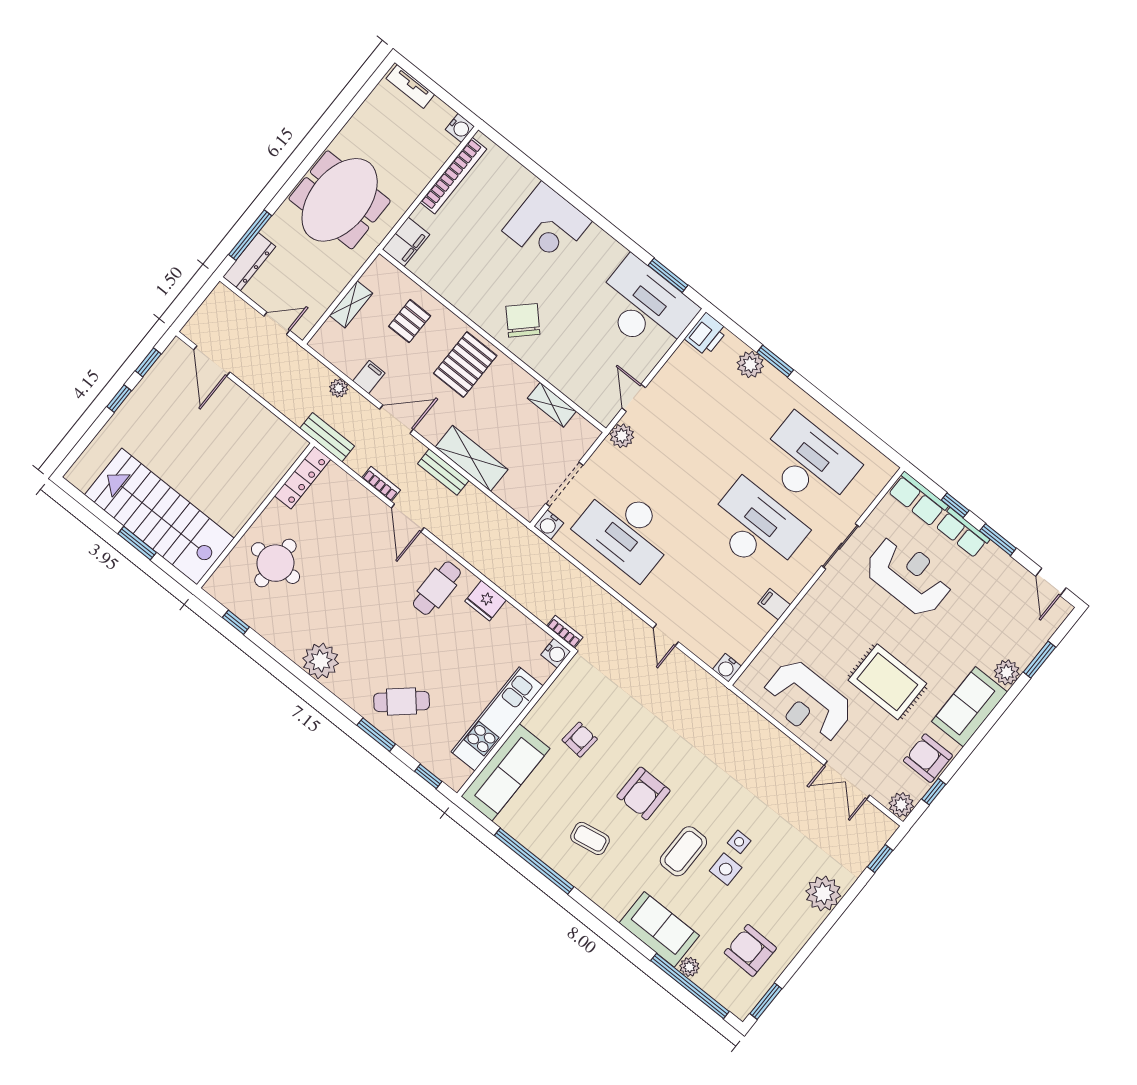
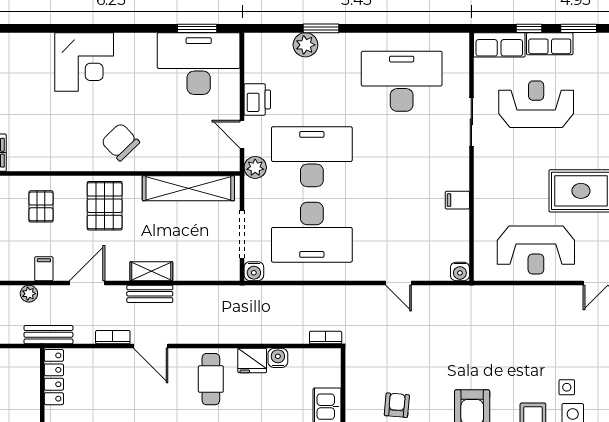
printer: (706, 334) -> (257, 99), moved
shelving: (552, 405) -> (188, 188), width x2.20, depth x1.33
shelving: (472, 458) -> (151, 271), width x0.67, depth x0.75
desk: (756, 528) -> (312, 157), moved
water cooler: (556, 653) -> (278, 358), moved, turned -90

